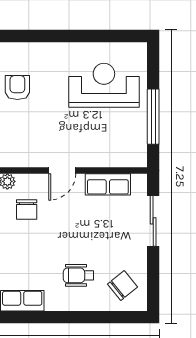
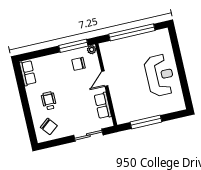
reception desk: (104, 85) -> (160, 75), moved
armchair: (17, 88) -> (145, 43), removed
door: (62, 170) -> (105, 79), hinge flipped

